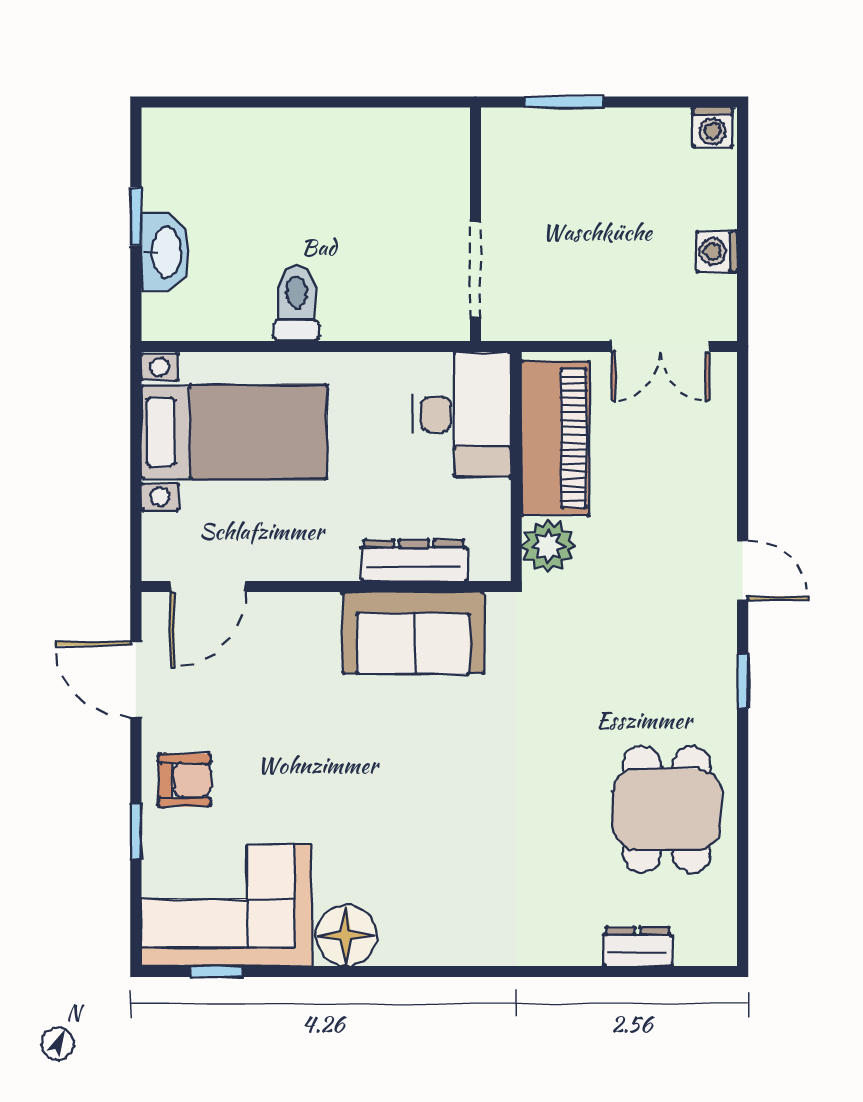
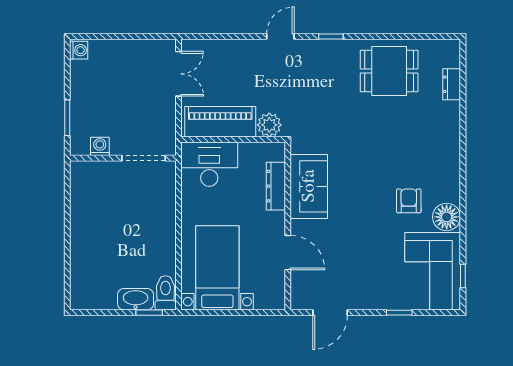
window: (136, 217) -> (149, 313), moved
washing machine: (717, 252) -> (100, 146), moved, turned 180
toilet: (296, 303) -> (166, 293), moved, turned 90
door: (208, 587) -> (288, 253), moved
armchair: (185, 780) -> (409, 201), moved

